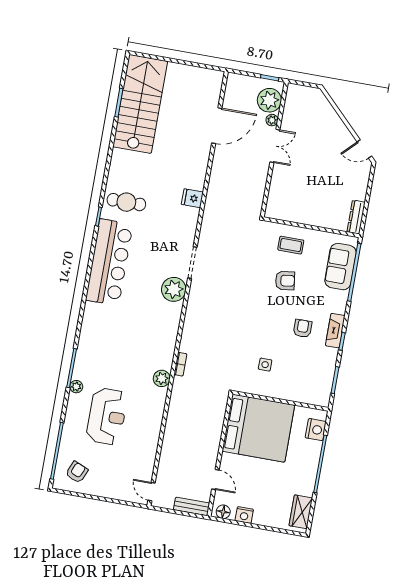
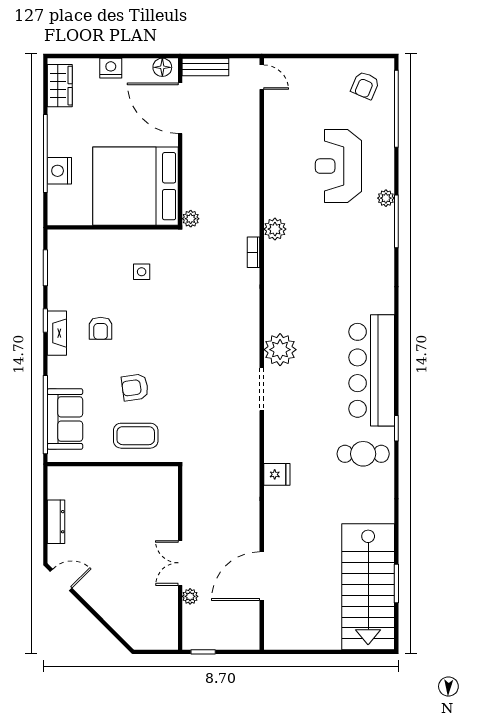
plant: (269, 100) -> (191, 219), moved, width x0.53, depth x0.53
dresser: (356, 217) -> (56, 522), moved
coffee table: (291, 245) -> (136, 436), width x1.36, depth x1.30
nightstand: (316, 430) -> (59, 171), moved
door: (215, 479) -> (180, 108), width x1.88
nightstand: (244, 515) -> (111, 68), moved

